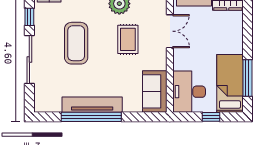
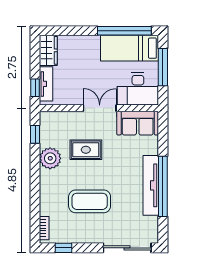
double door: (170, 31) -> (100, 108), moved
sliding door: (29, 59) -> (127, 248), moved
window: (247, 78) -> (124, 31), width x1.46
window: (211, 117) -> (163, 67), width x2.17

